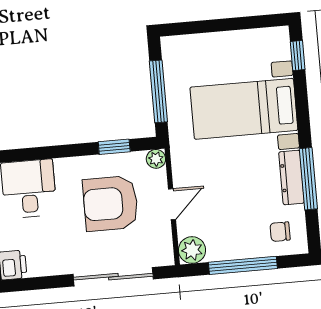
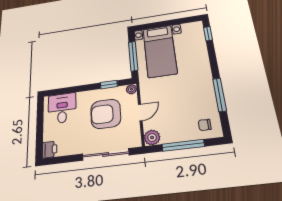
bed with nightstands: (244, 109) -> (160, 51), moved, turned -90
dresser: (292, 178) -> (209, 95), removed

